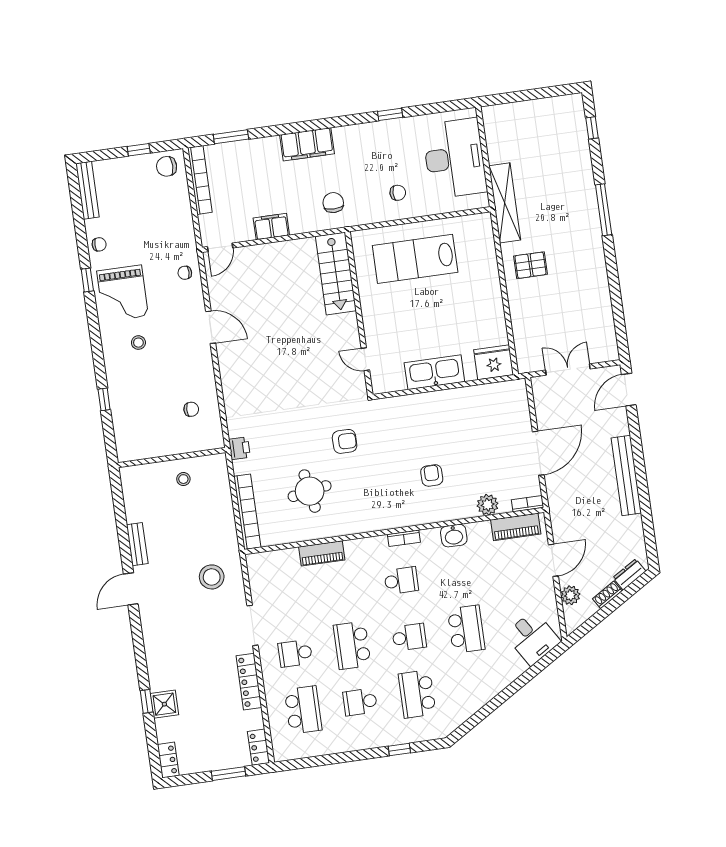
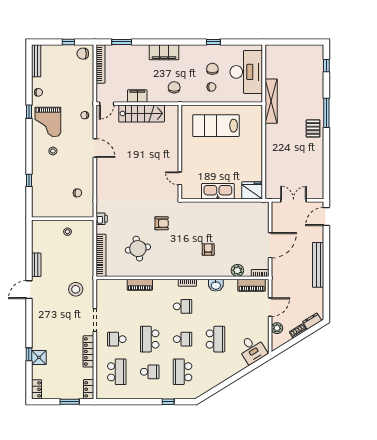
chair: (395, 161) -> (212, 69), added
pallet: (530, 265) -> (313, 128), moved, turned 90
stairs: (336, 273) -> (142, 113), moved, turned -90
school desk: (360, 702) -> (150, 372), turned 180

